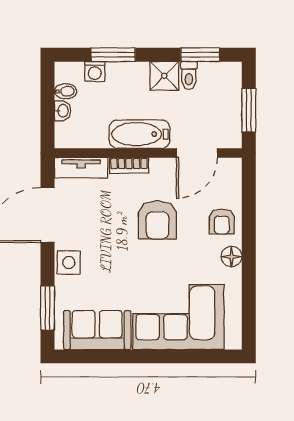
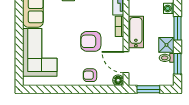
window: (113, 55) -> (178, 28), moved
floor lamp: (232, 257) -> (118, 80), moved

